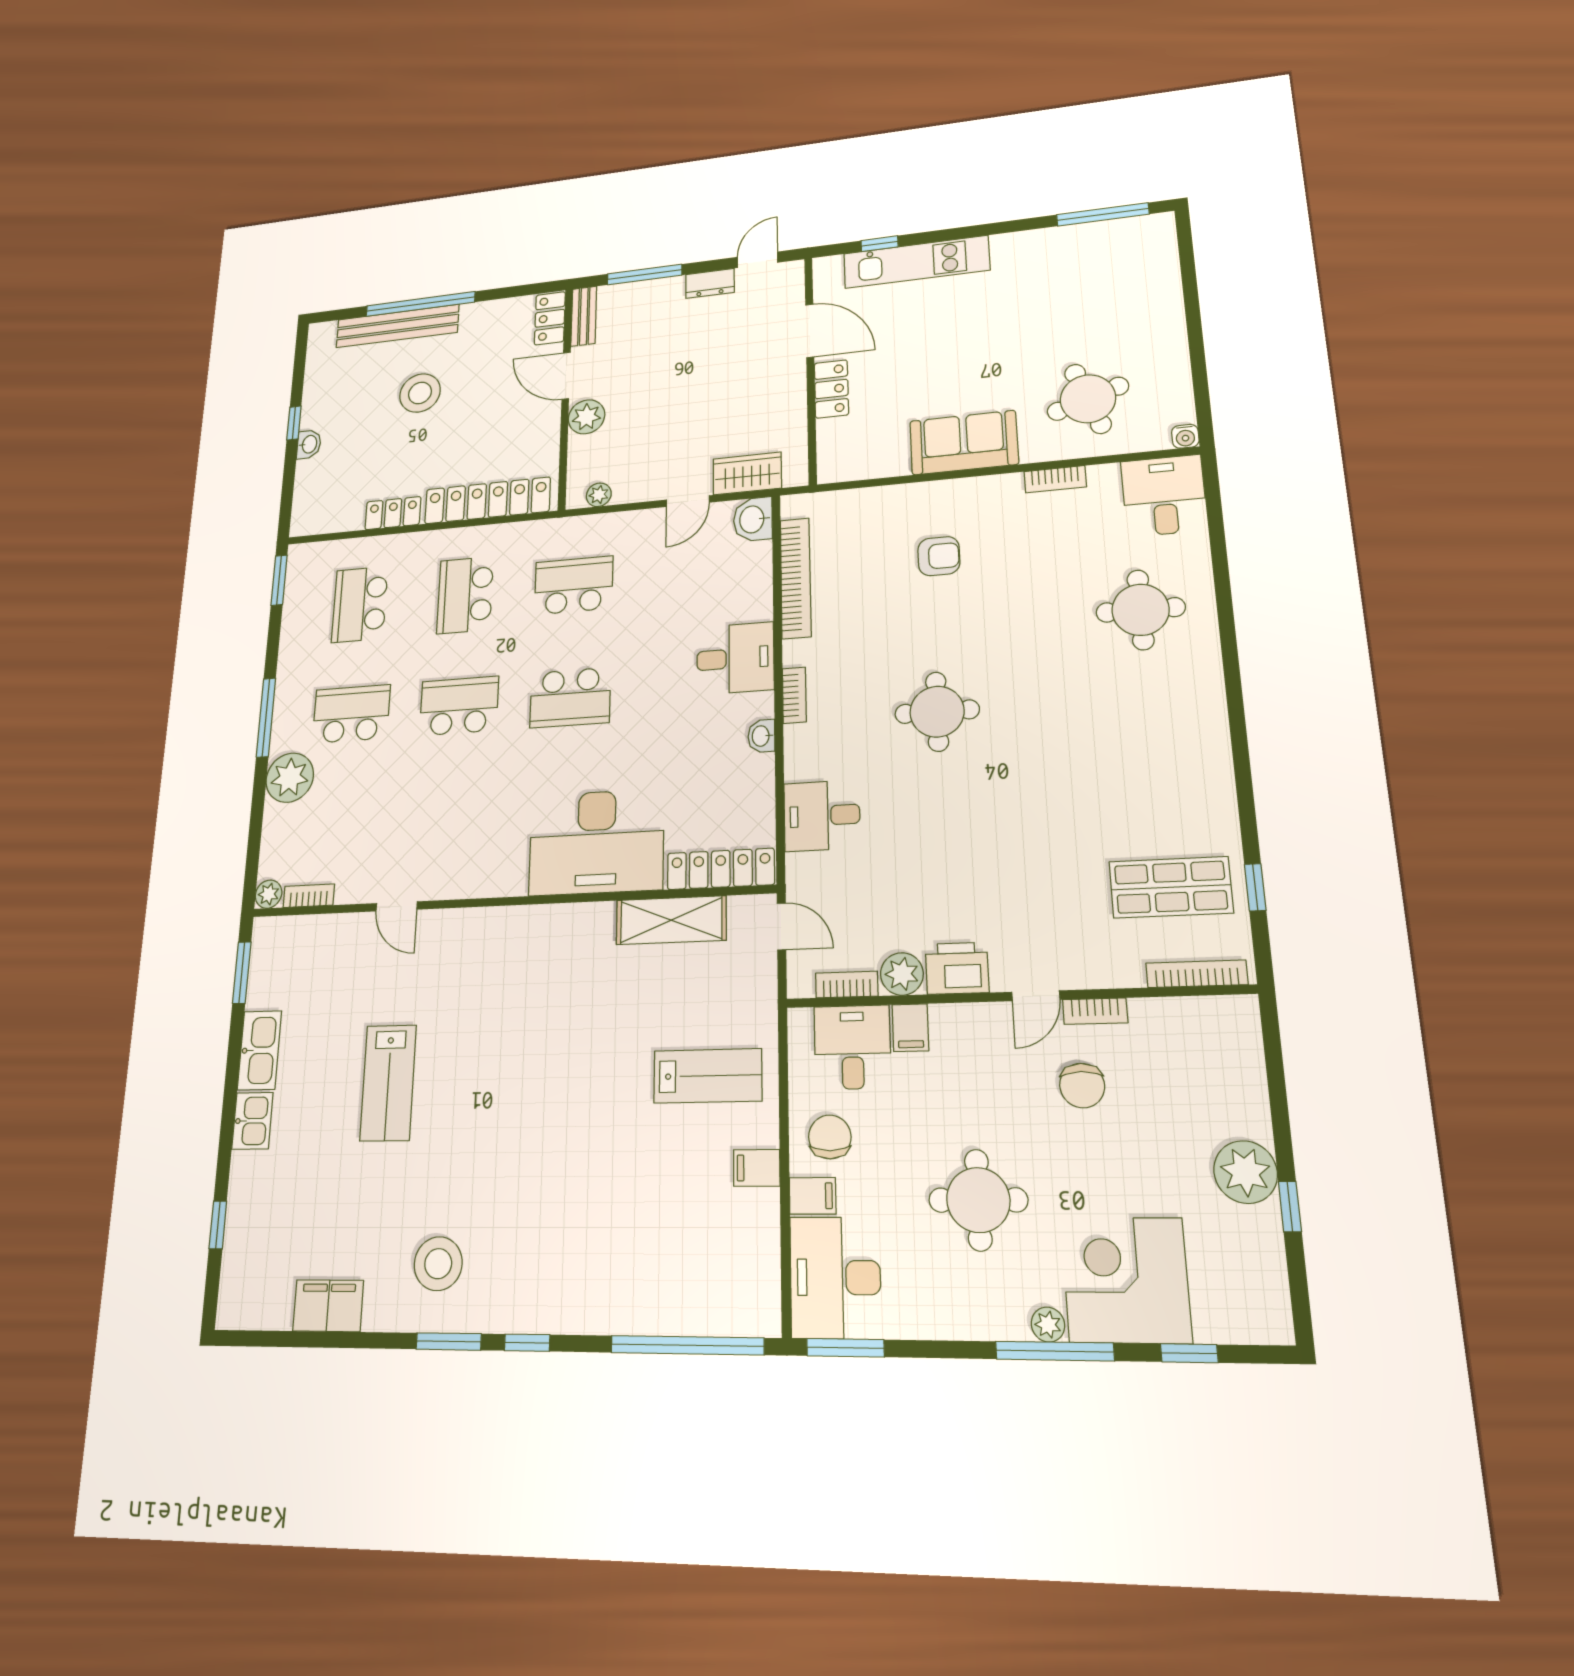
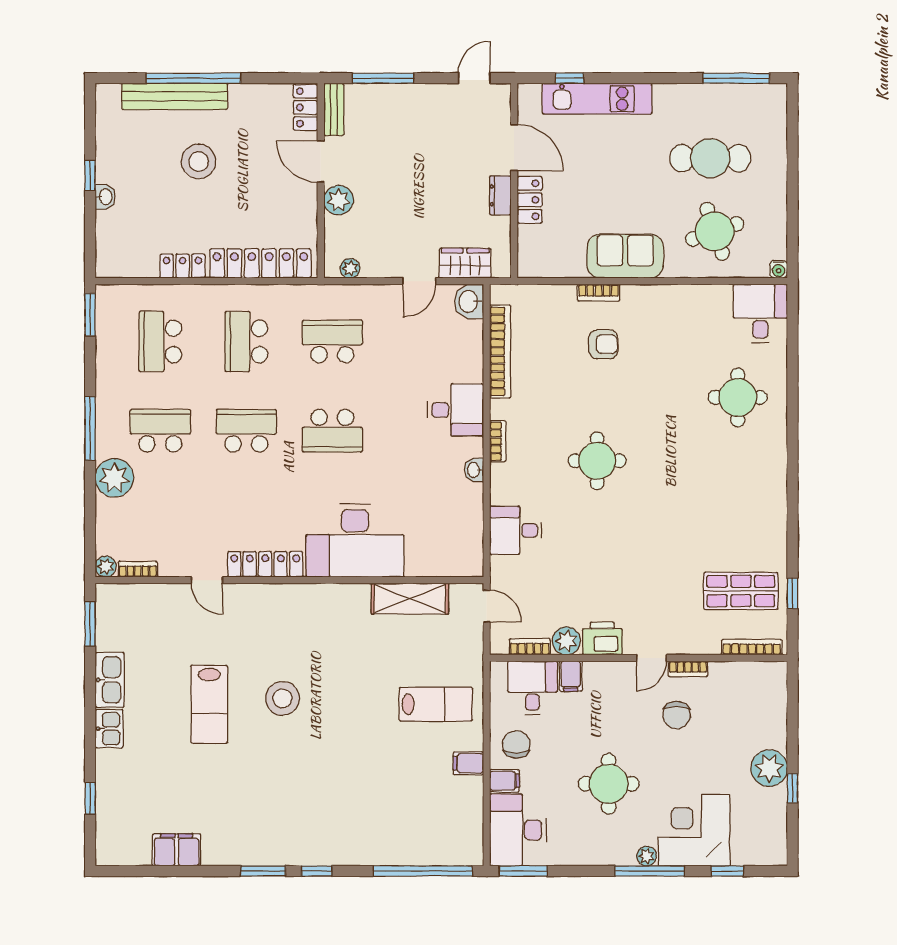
dresser: (710, 283) -> (500, 195), moved, turned 90
cafe table: (1075, 311) -> (710, 158), added
bookcase: (1055, 479) -> (599, 293), moved
locker: (721, 869) -> (265, 564), moved
stool: (438, 1264) -> (282, 698), moved

